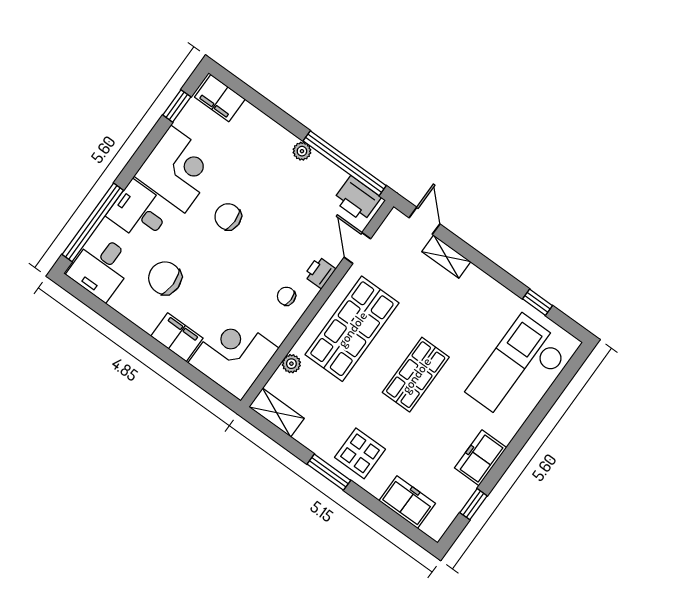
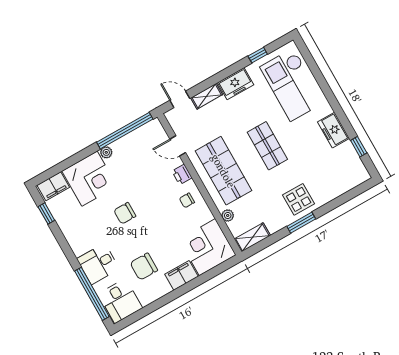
corner desk: (178, 169) -> (89, 179), moved, turned 90
printer: (357, 199) -> (149, 133), removed
freezer: (407, 502) -> (236, 84), moved, turned 180

